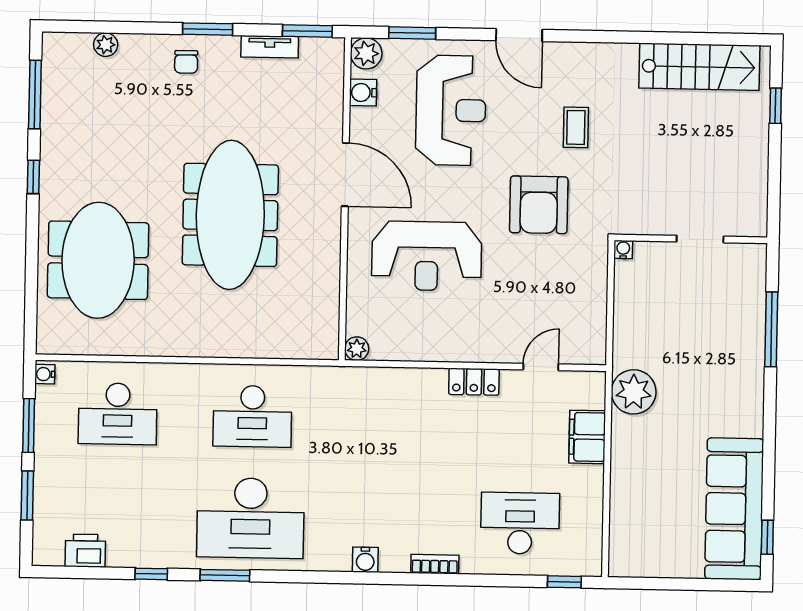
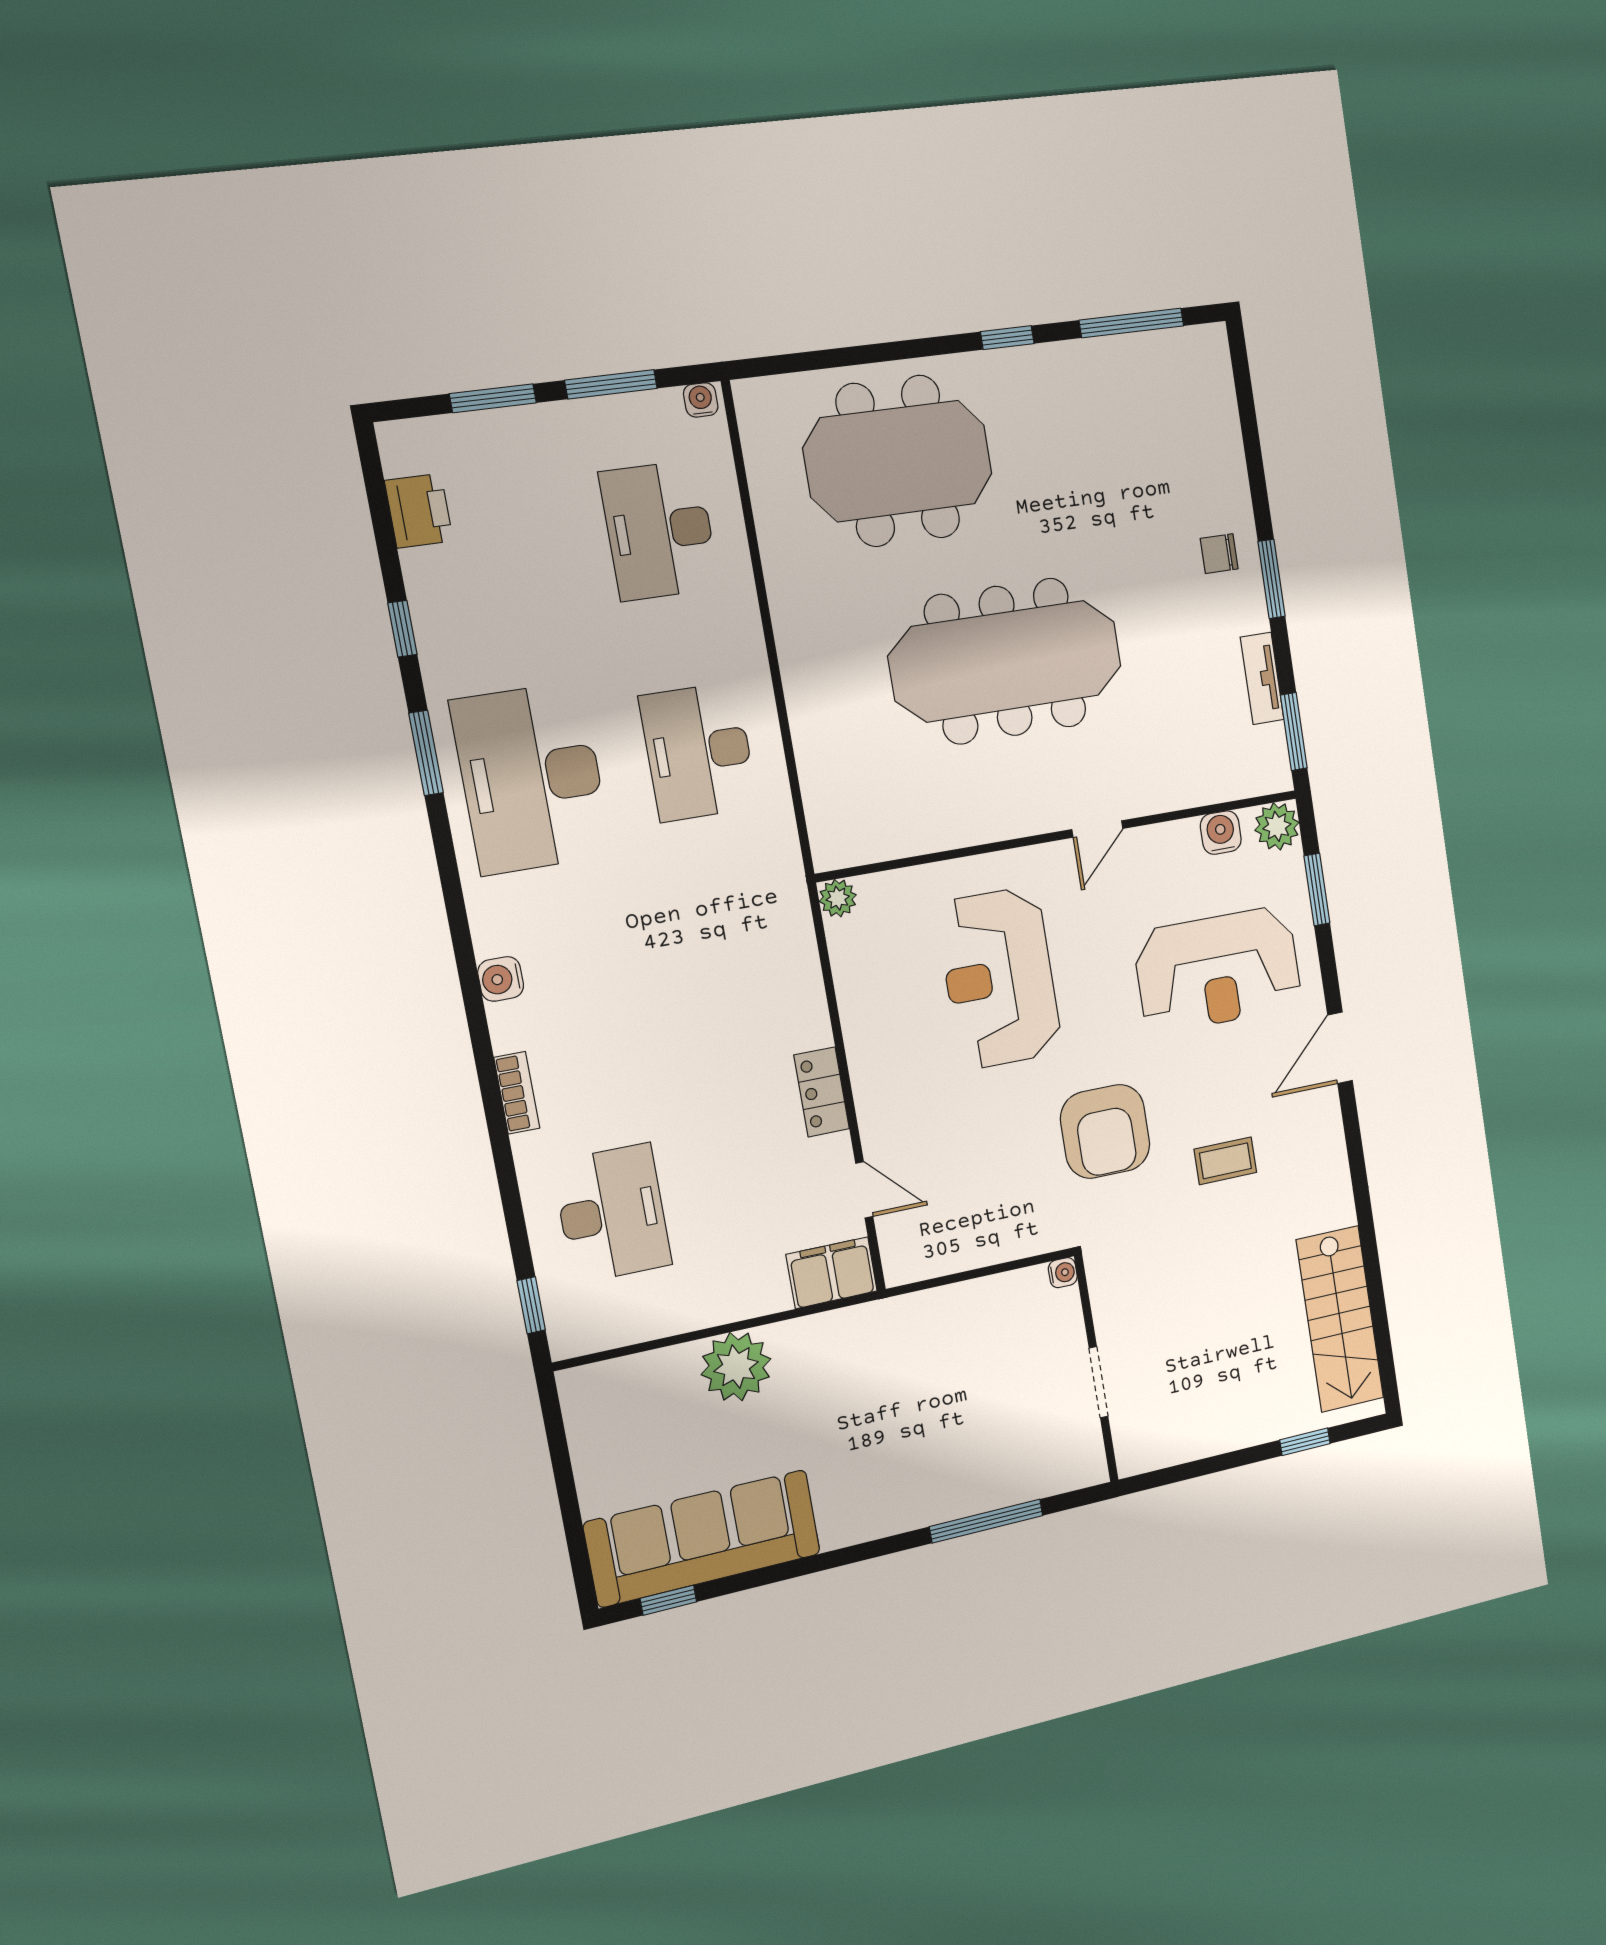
plant: (106, 45) -> (1223, 424), removed
door: (345, 175) -> (1097, 829), width x0.53
armchair: (539, 205) -> (1105, 1131), turned -90
plant: (634, 392) -> (736, 1367), moved
filing cabinet: (587, 437) -> (832, 1273), moved

